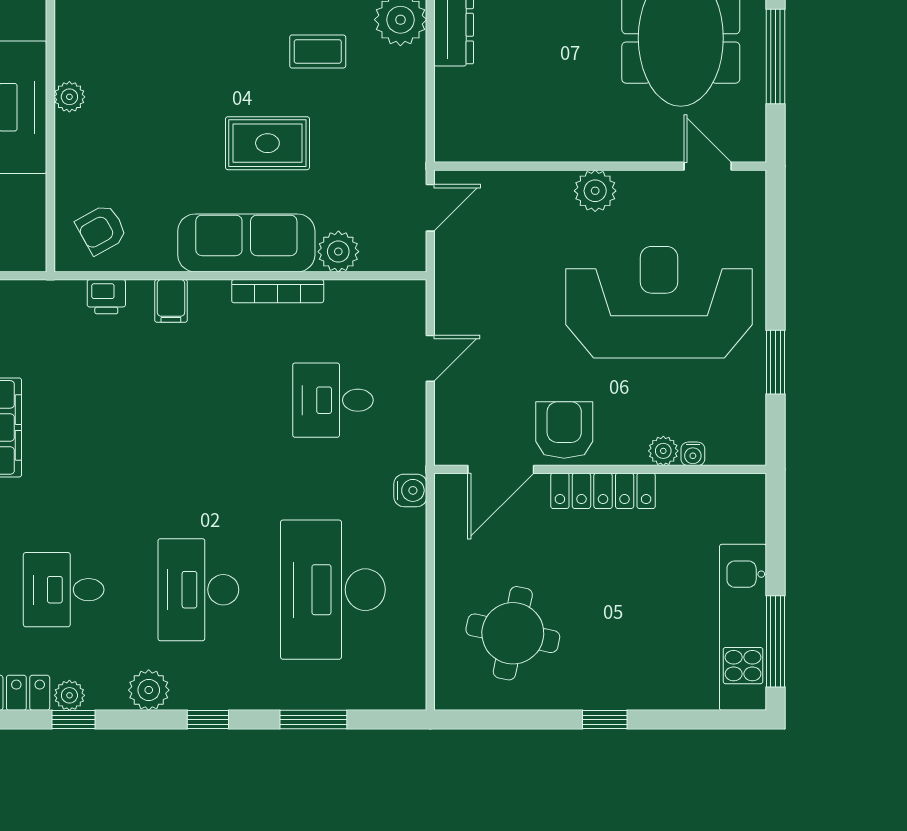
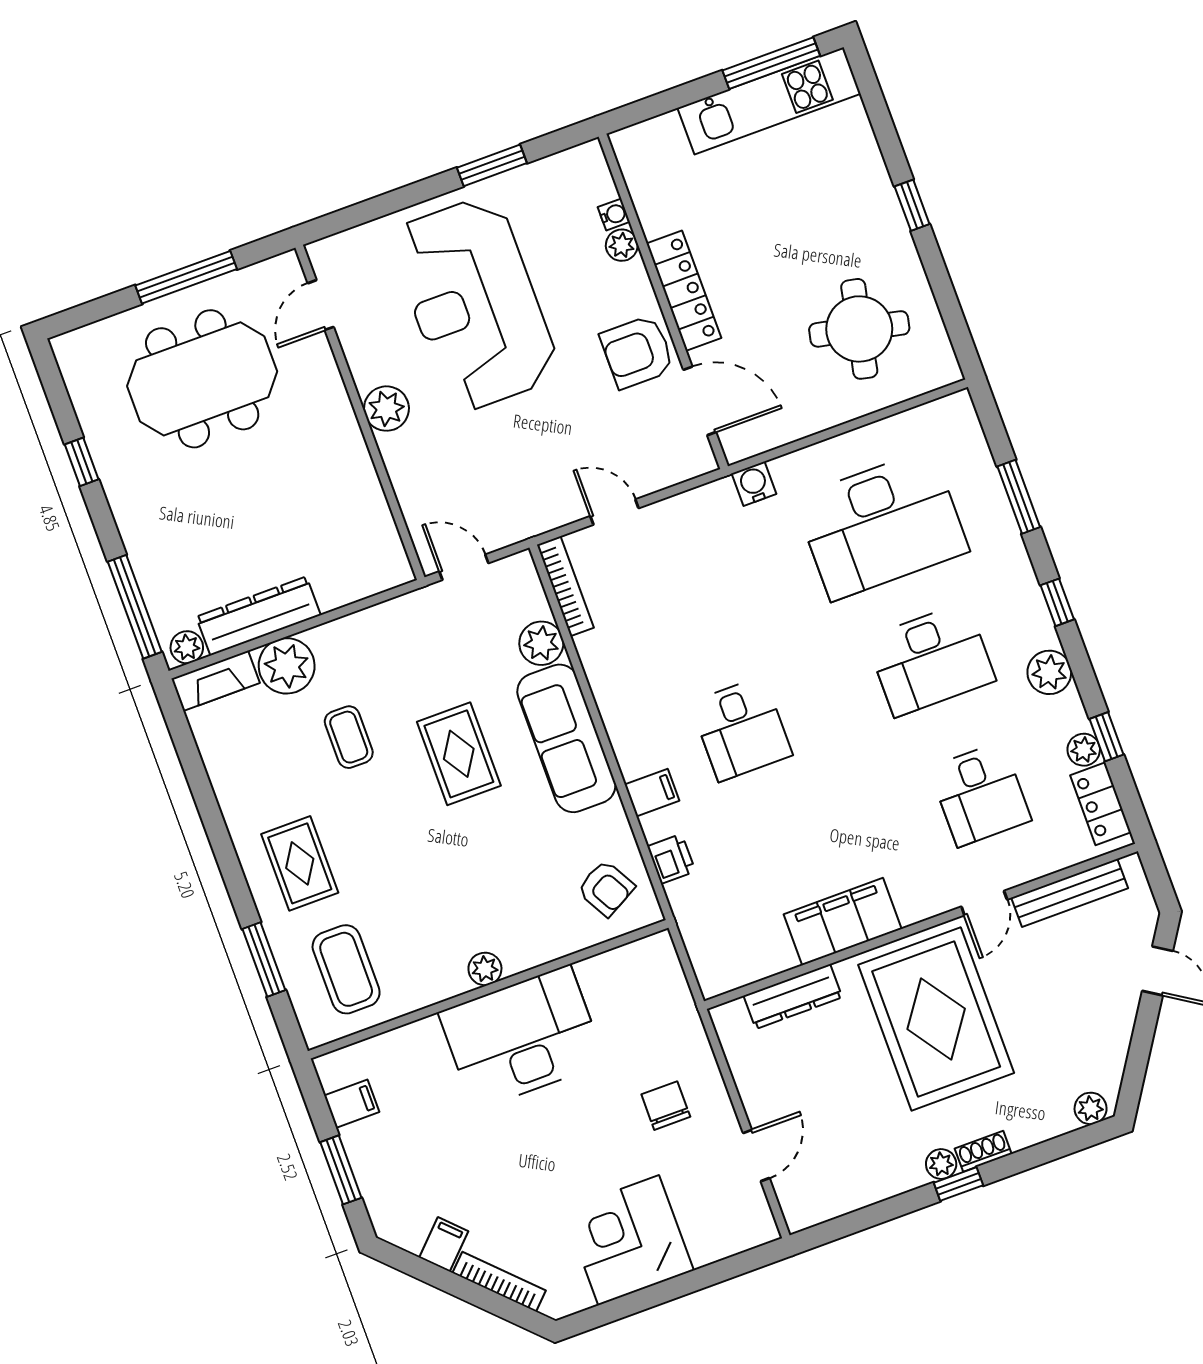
bookcase: (278, 291) -> (565, 586), moved
desk: (333, 400) -> (741, 729), moved

